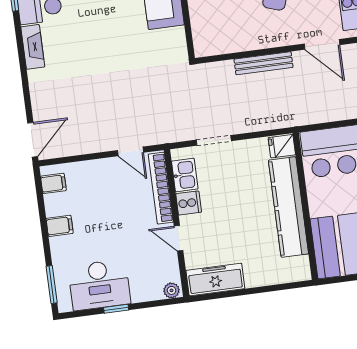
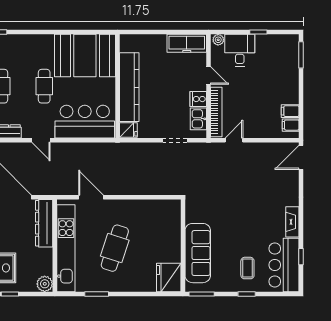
bench: (264, 63) -> (133, 189), removed
door: (131, 151) -> (234, 140), hinge flipped
filing cabinet: (60, 226) -> (290, 111), moved
desk: (99, 285) -> (240, 50), moved, width x0.73

